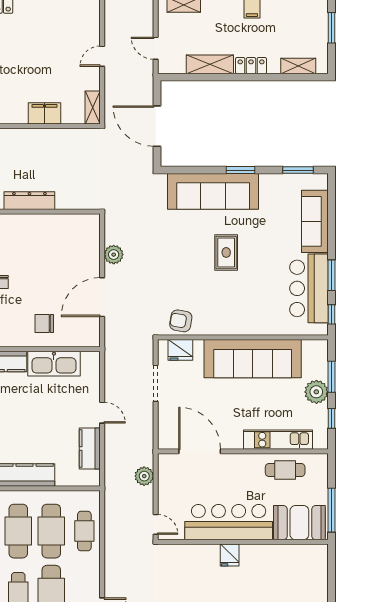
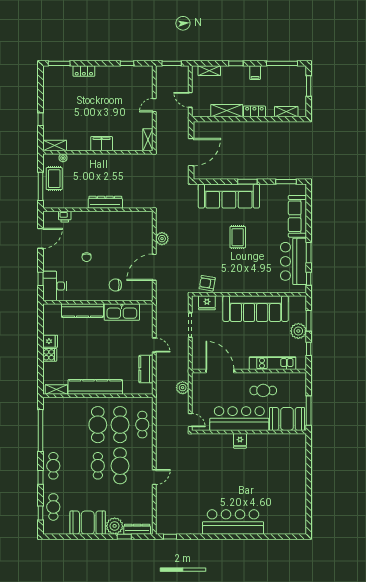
filing cabinet: (44, 113) -> (102, 144), moved
door: (157, 126) -> (191, 152), swing flipped
cafe table: (285, 470) -> (263, 390), moved

